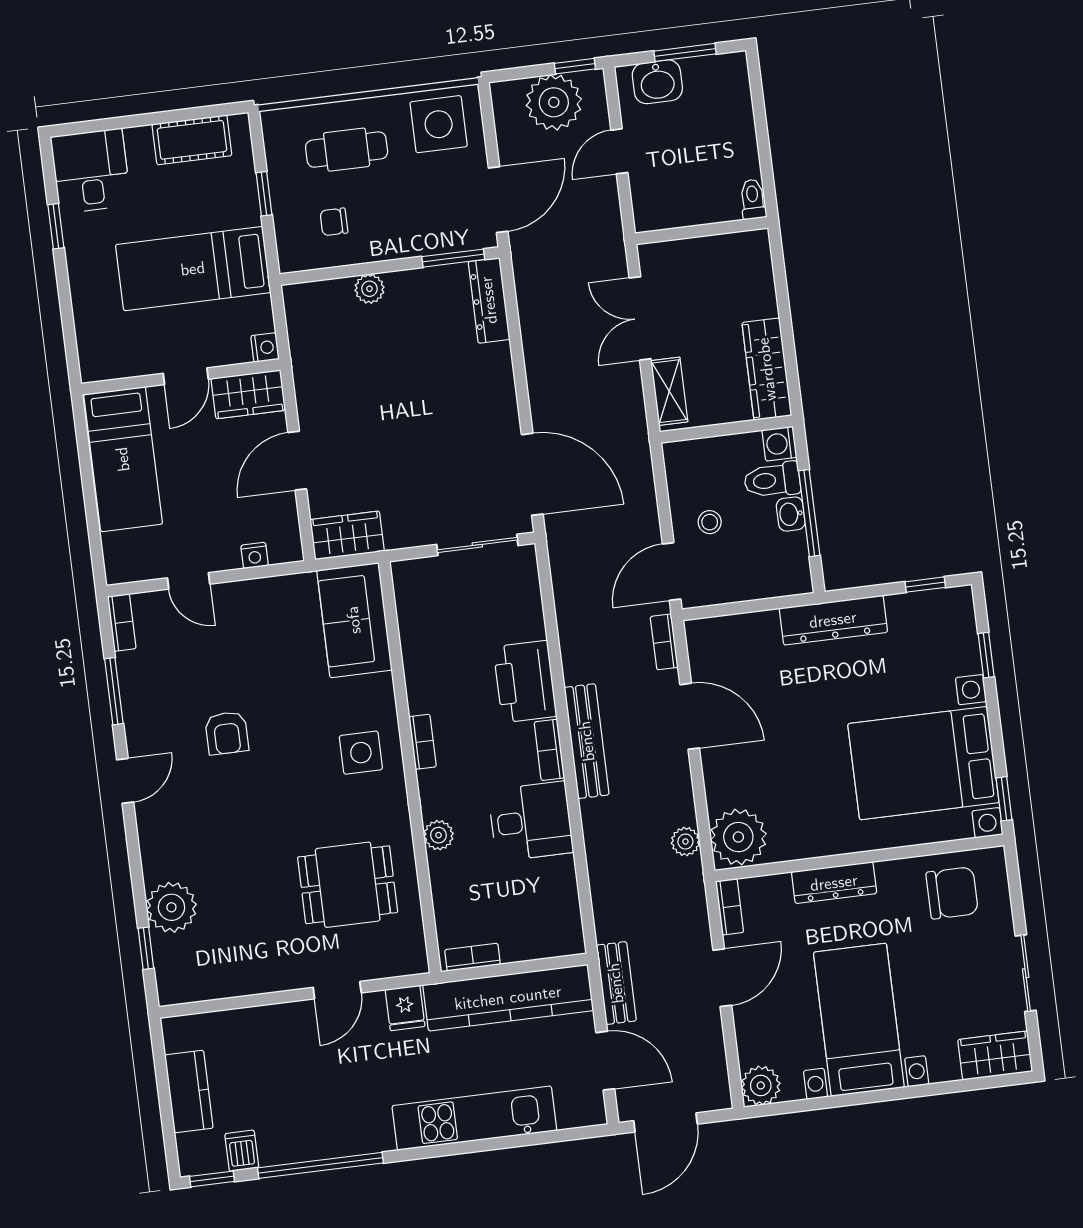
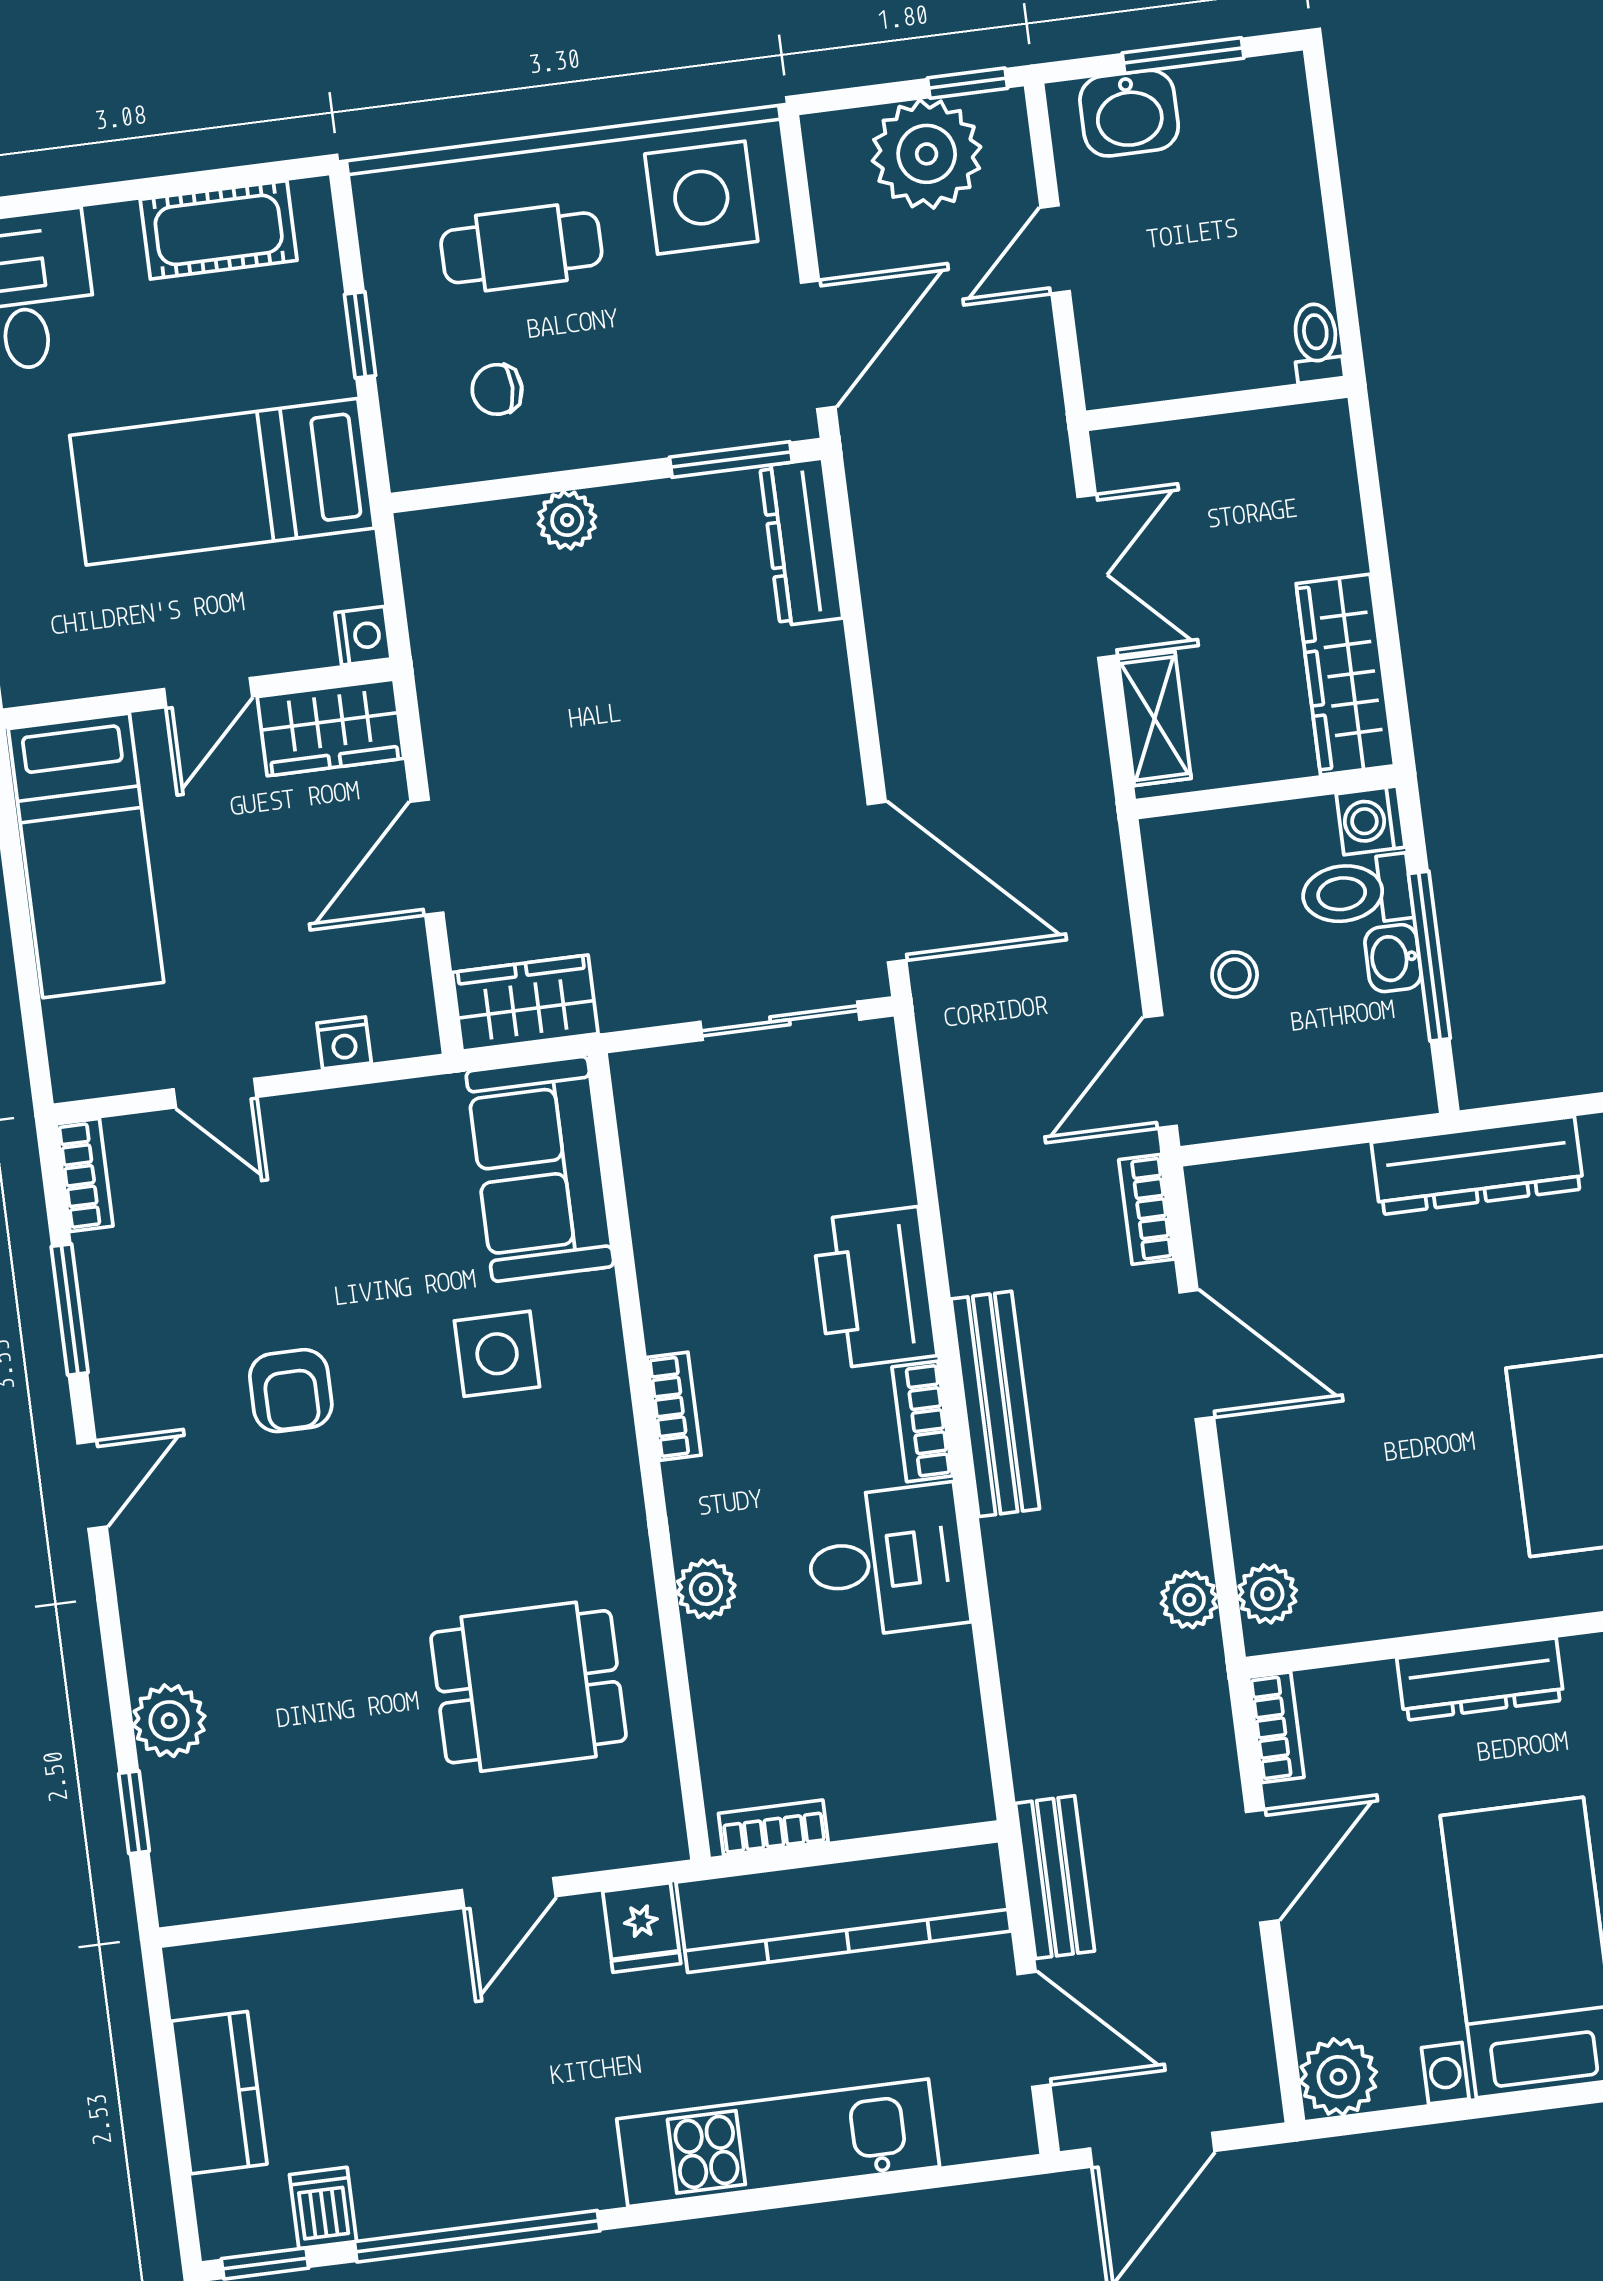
double door: (640, 318) -> (1097, 576), swing flipped
side table: (361, 753) -> (497, 1354), moved
plant: (738, 837) -> (1267, 1594), width x0.53, depth x0.53
plant: (171, 907) -> (169, 1721), width x0.73, depth x0.73

